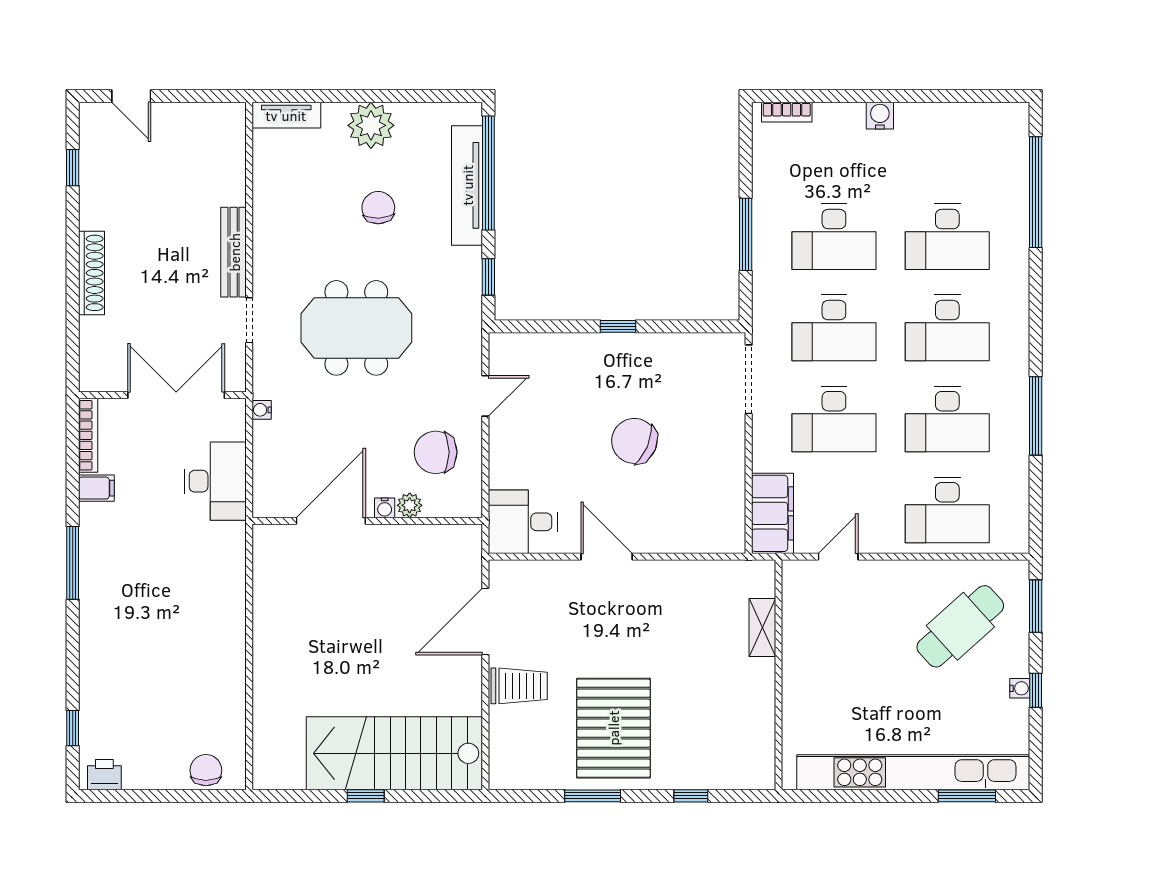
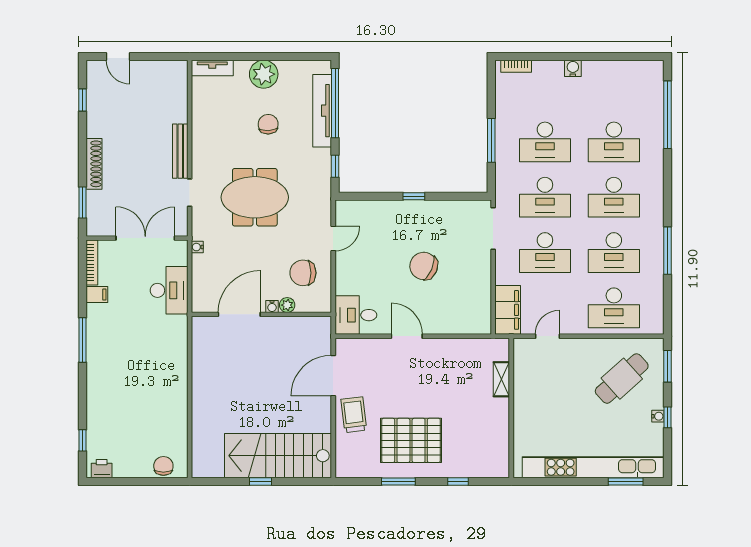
window: (73, 337) -> (82, 202), added
trolley: (519, 686) -> (354, 415), turned -97
pallet: (613, 728) -> (411, 440), turned 90

